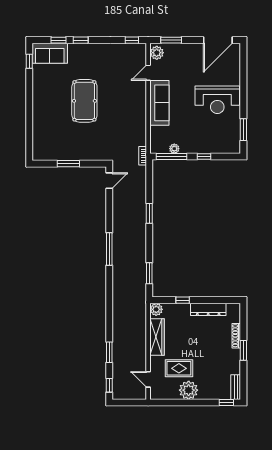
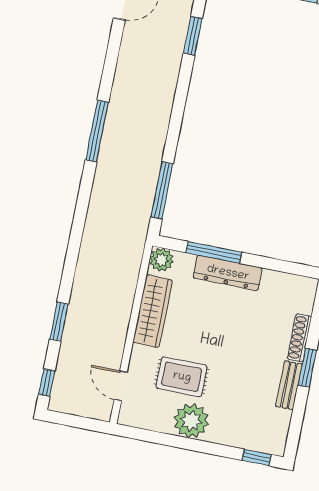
window: (149, 213) -> (193, 36), moved
window: (149, 273) -> (162, 190), width x1.44
window: (183, 300) -> (214, 252), width x2.17
dresser: (208, 309) -> (228, 273), moved
bench: (236, 387) -> (289, 385), moved

